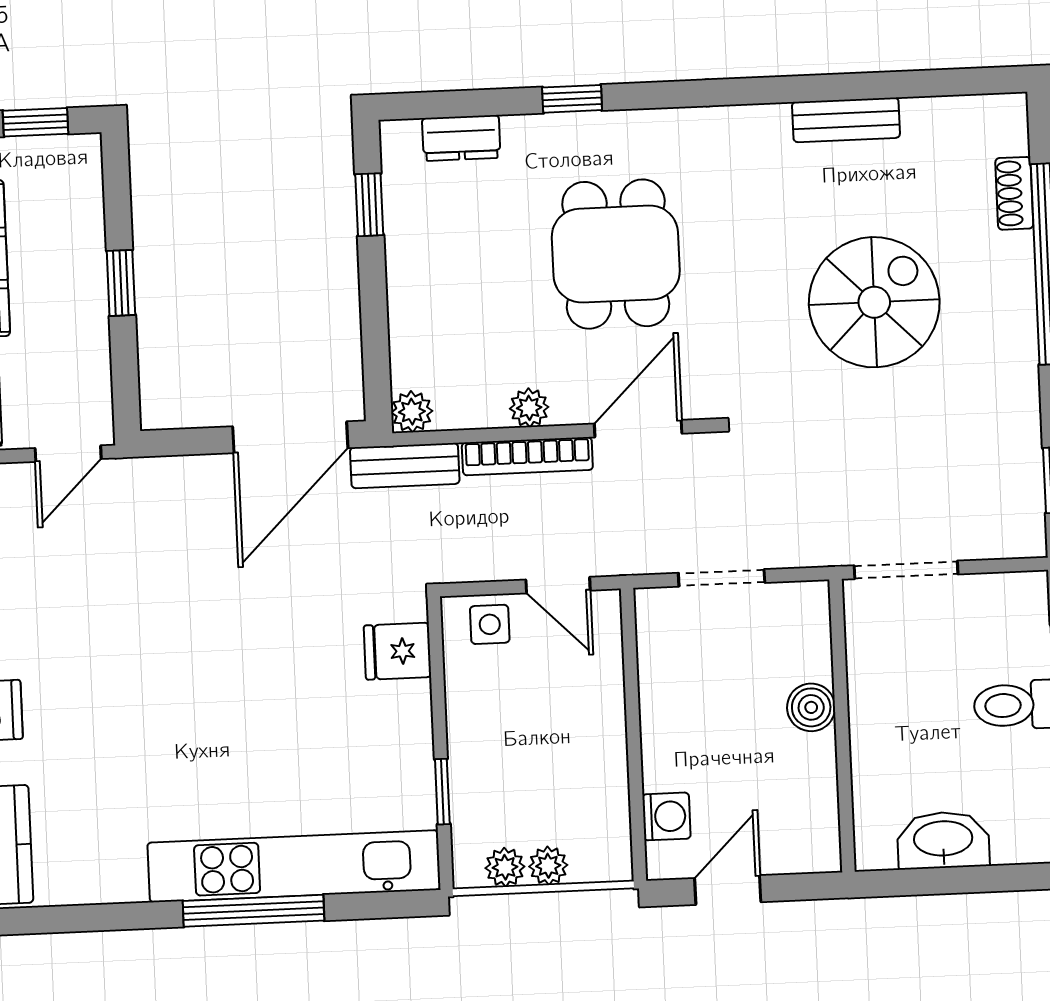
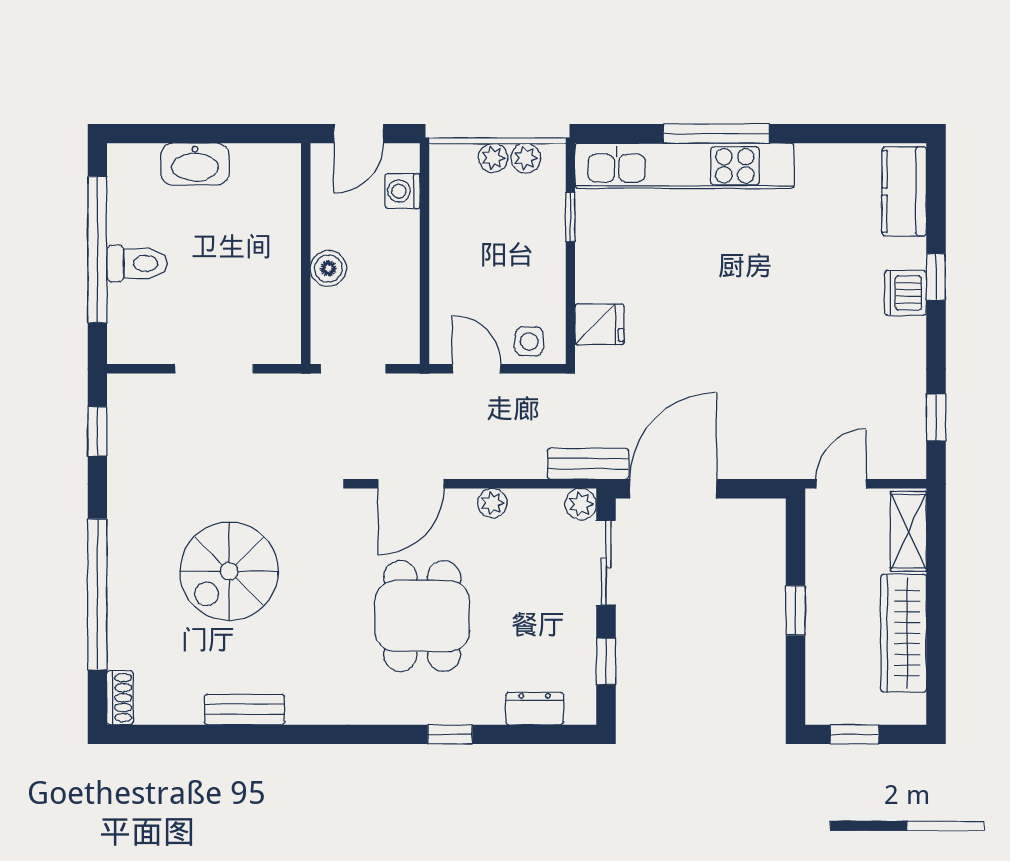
shoe rack: (1014, 193) -> (120, 698), moved
sliding door: (375, 335) -> (606, 563), added
bookcase: (527, 456) -> (495, 467), removed
boiler: (811, 707) -> (328, 268), moved
wall: (842, 726) -> (306, 254), moved

